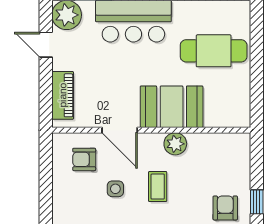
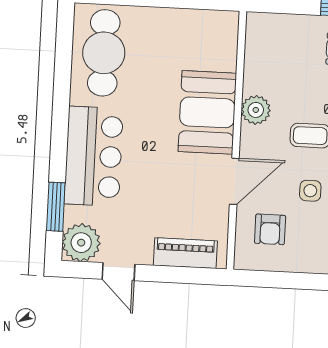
door: (46, 45) -> (118, 272), hinge flipped
cafe table: (214, 51) -> (104, 53), moved

